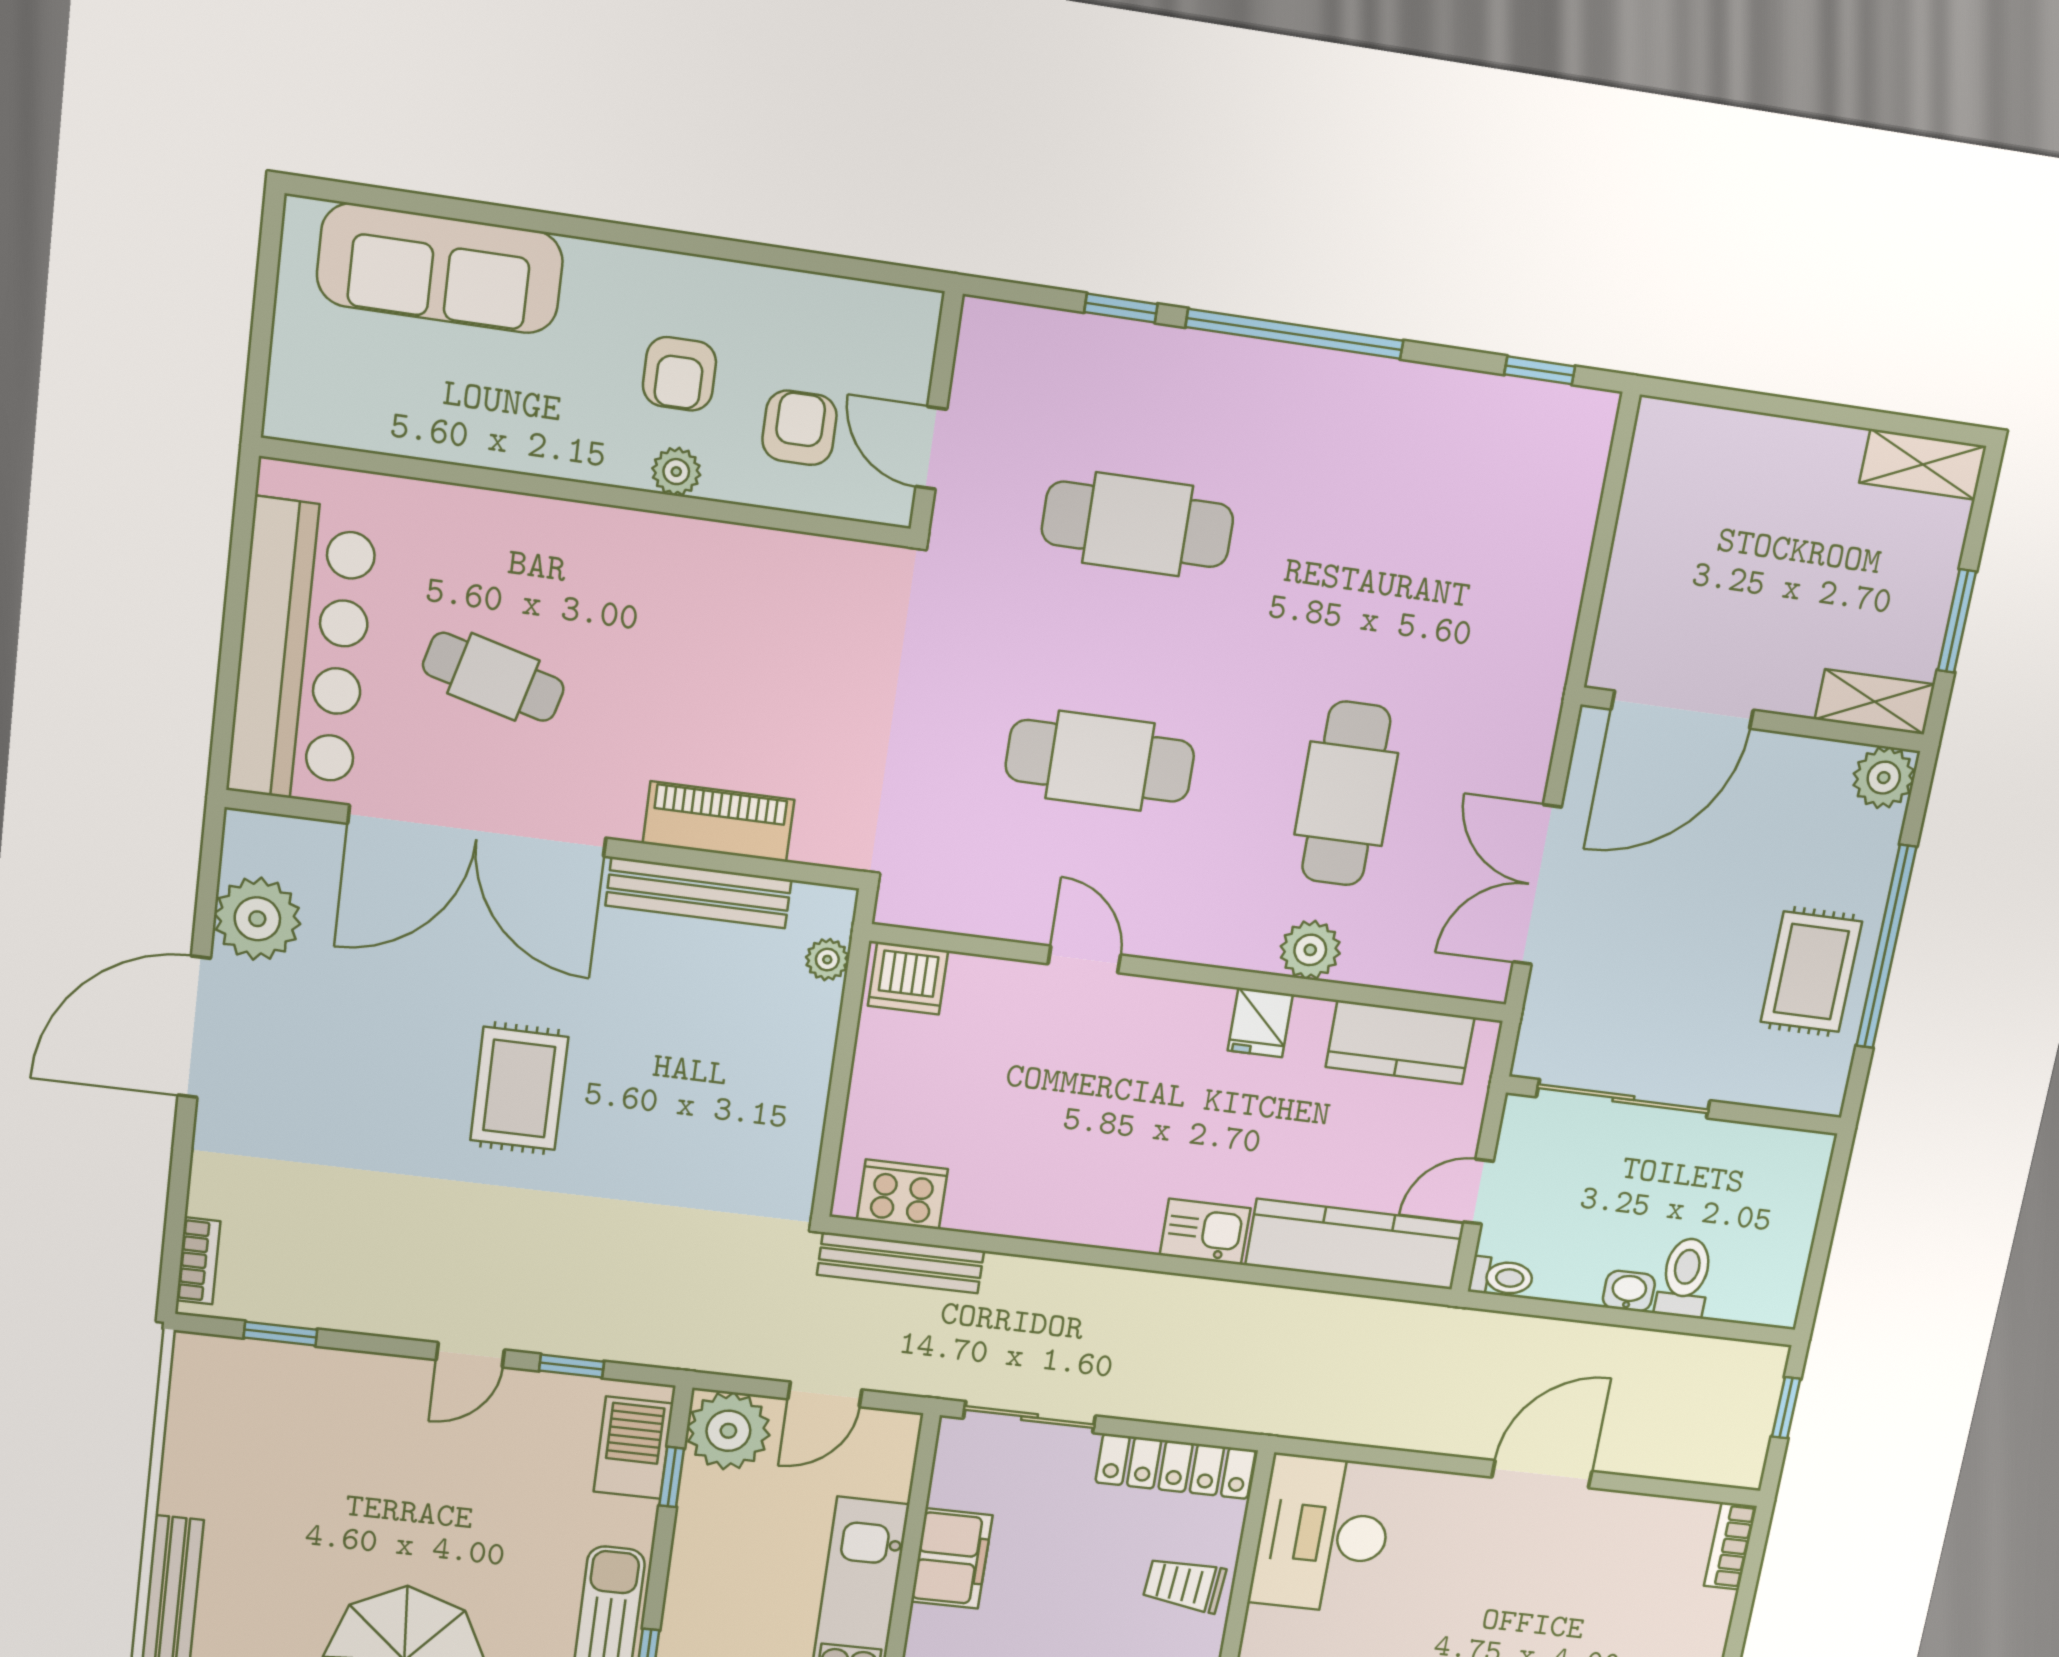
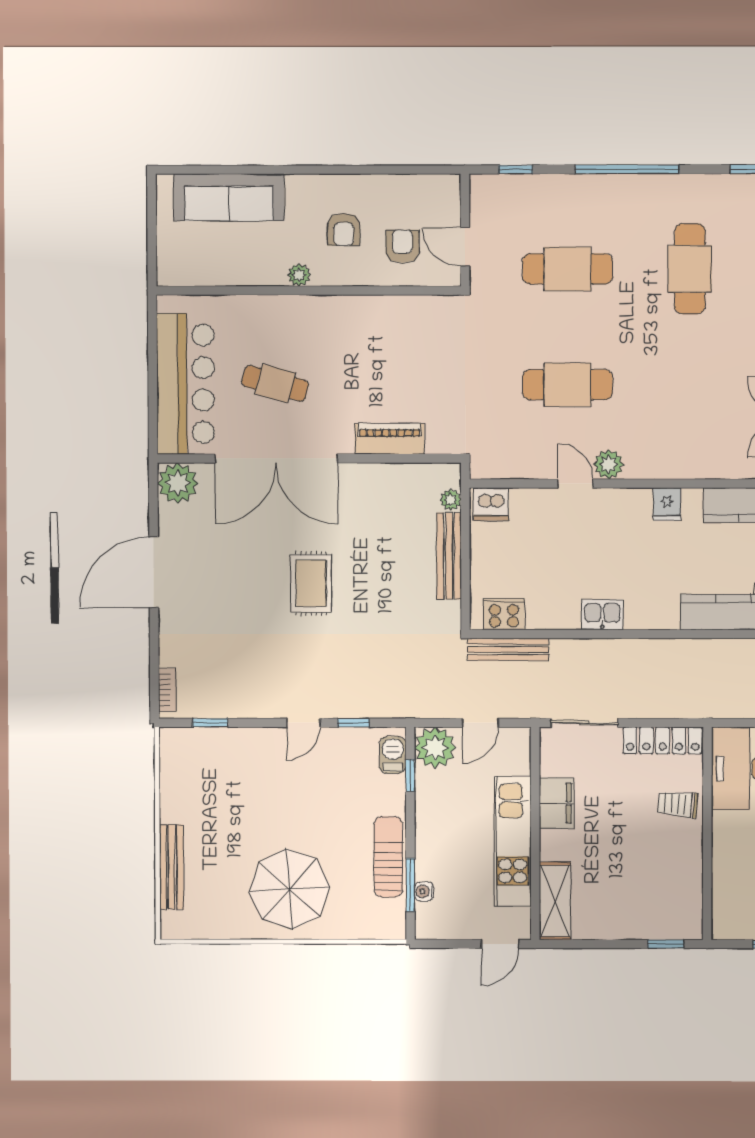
window: (1121, 308) -> (516, 169), moved
plant: (676, 472) -> (299, 275), moved
cafe table: (1346, 794) -> (690, 269), moved
bench: (699, 893) -> (449, 556), moved, turned 90
plant: (257, 919) -> (178, 483), moved
plant: (1310, 950) -> (609, 464), moved
kitchen sink: (1205, 1232) -> (602, 615), moved
barbecue: (633, 1448) -> (393, 755), width x0.73, depth x0.79

